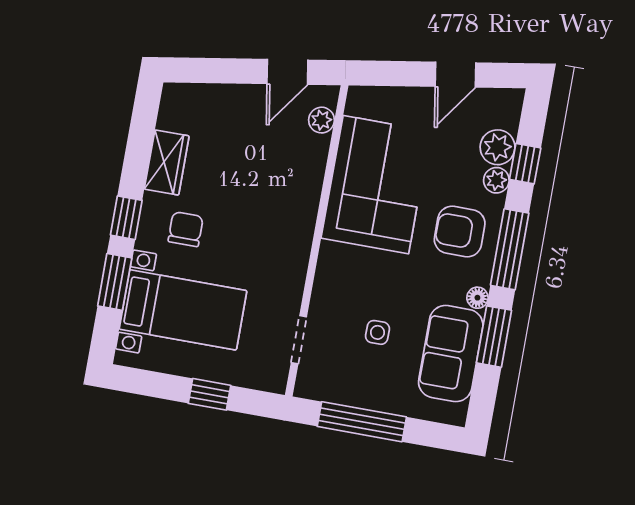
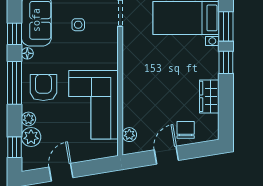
door: (287, 72) -> (166, 155), moved
window: (525, 164) -> (14, 147), moved
chair: (186, 229) -> (186, 130), moved, turned 180
armchair: (460, 232) -> (43, 88), turned -90
window: (494, 337) -> (14, 34), width x0.67

